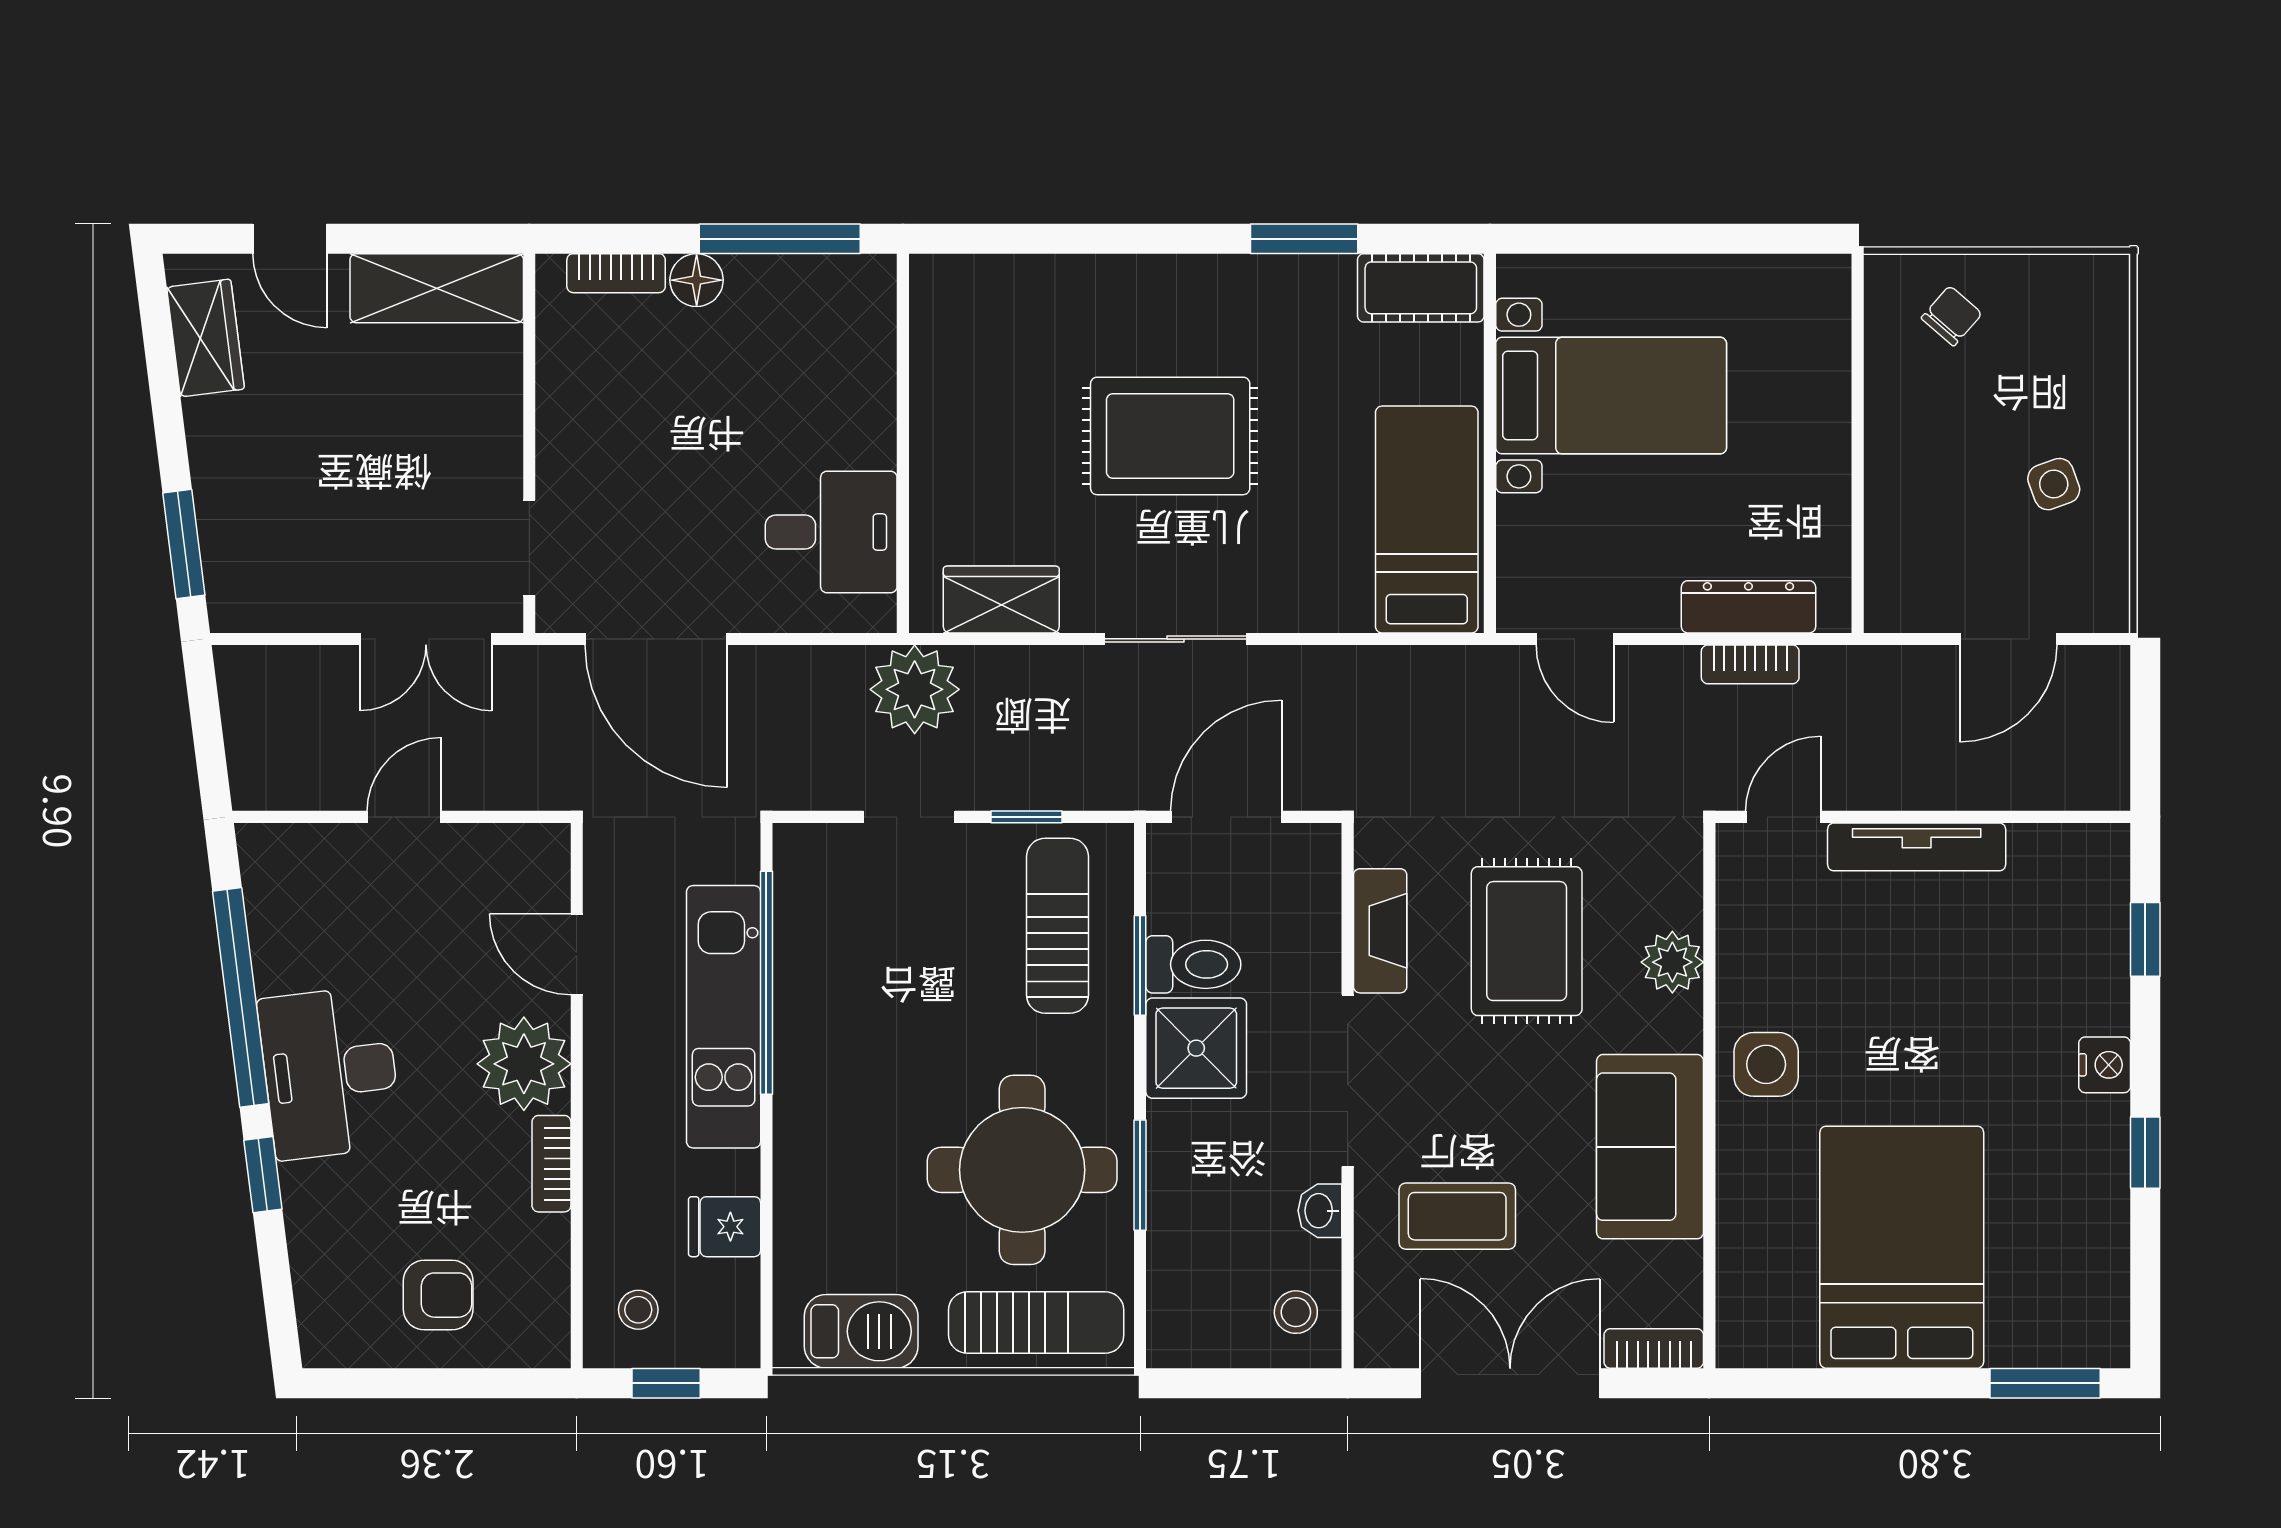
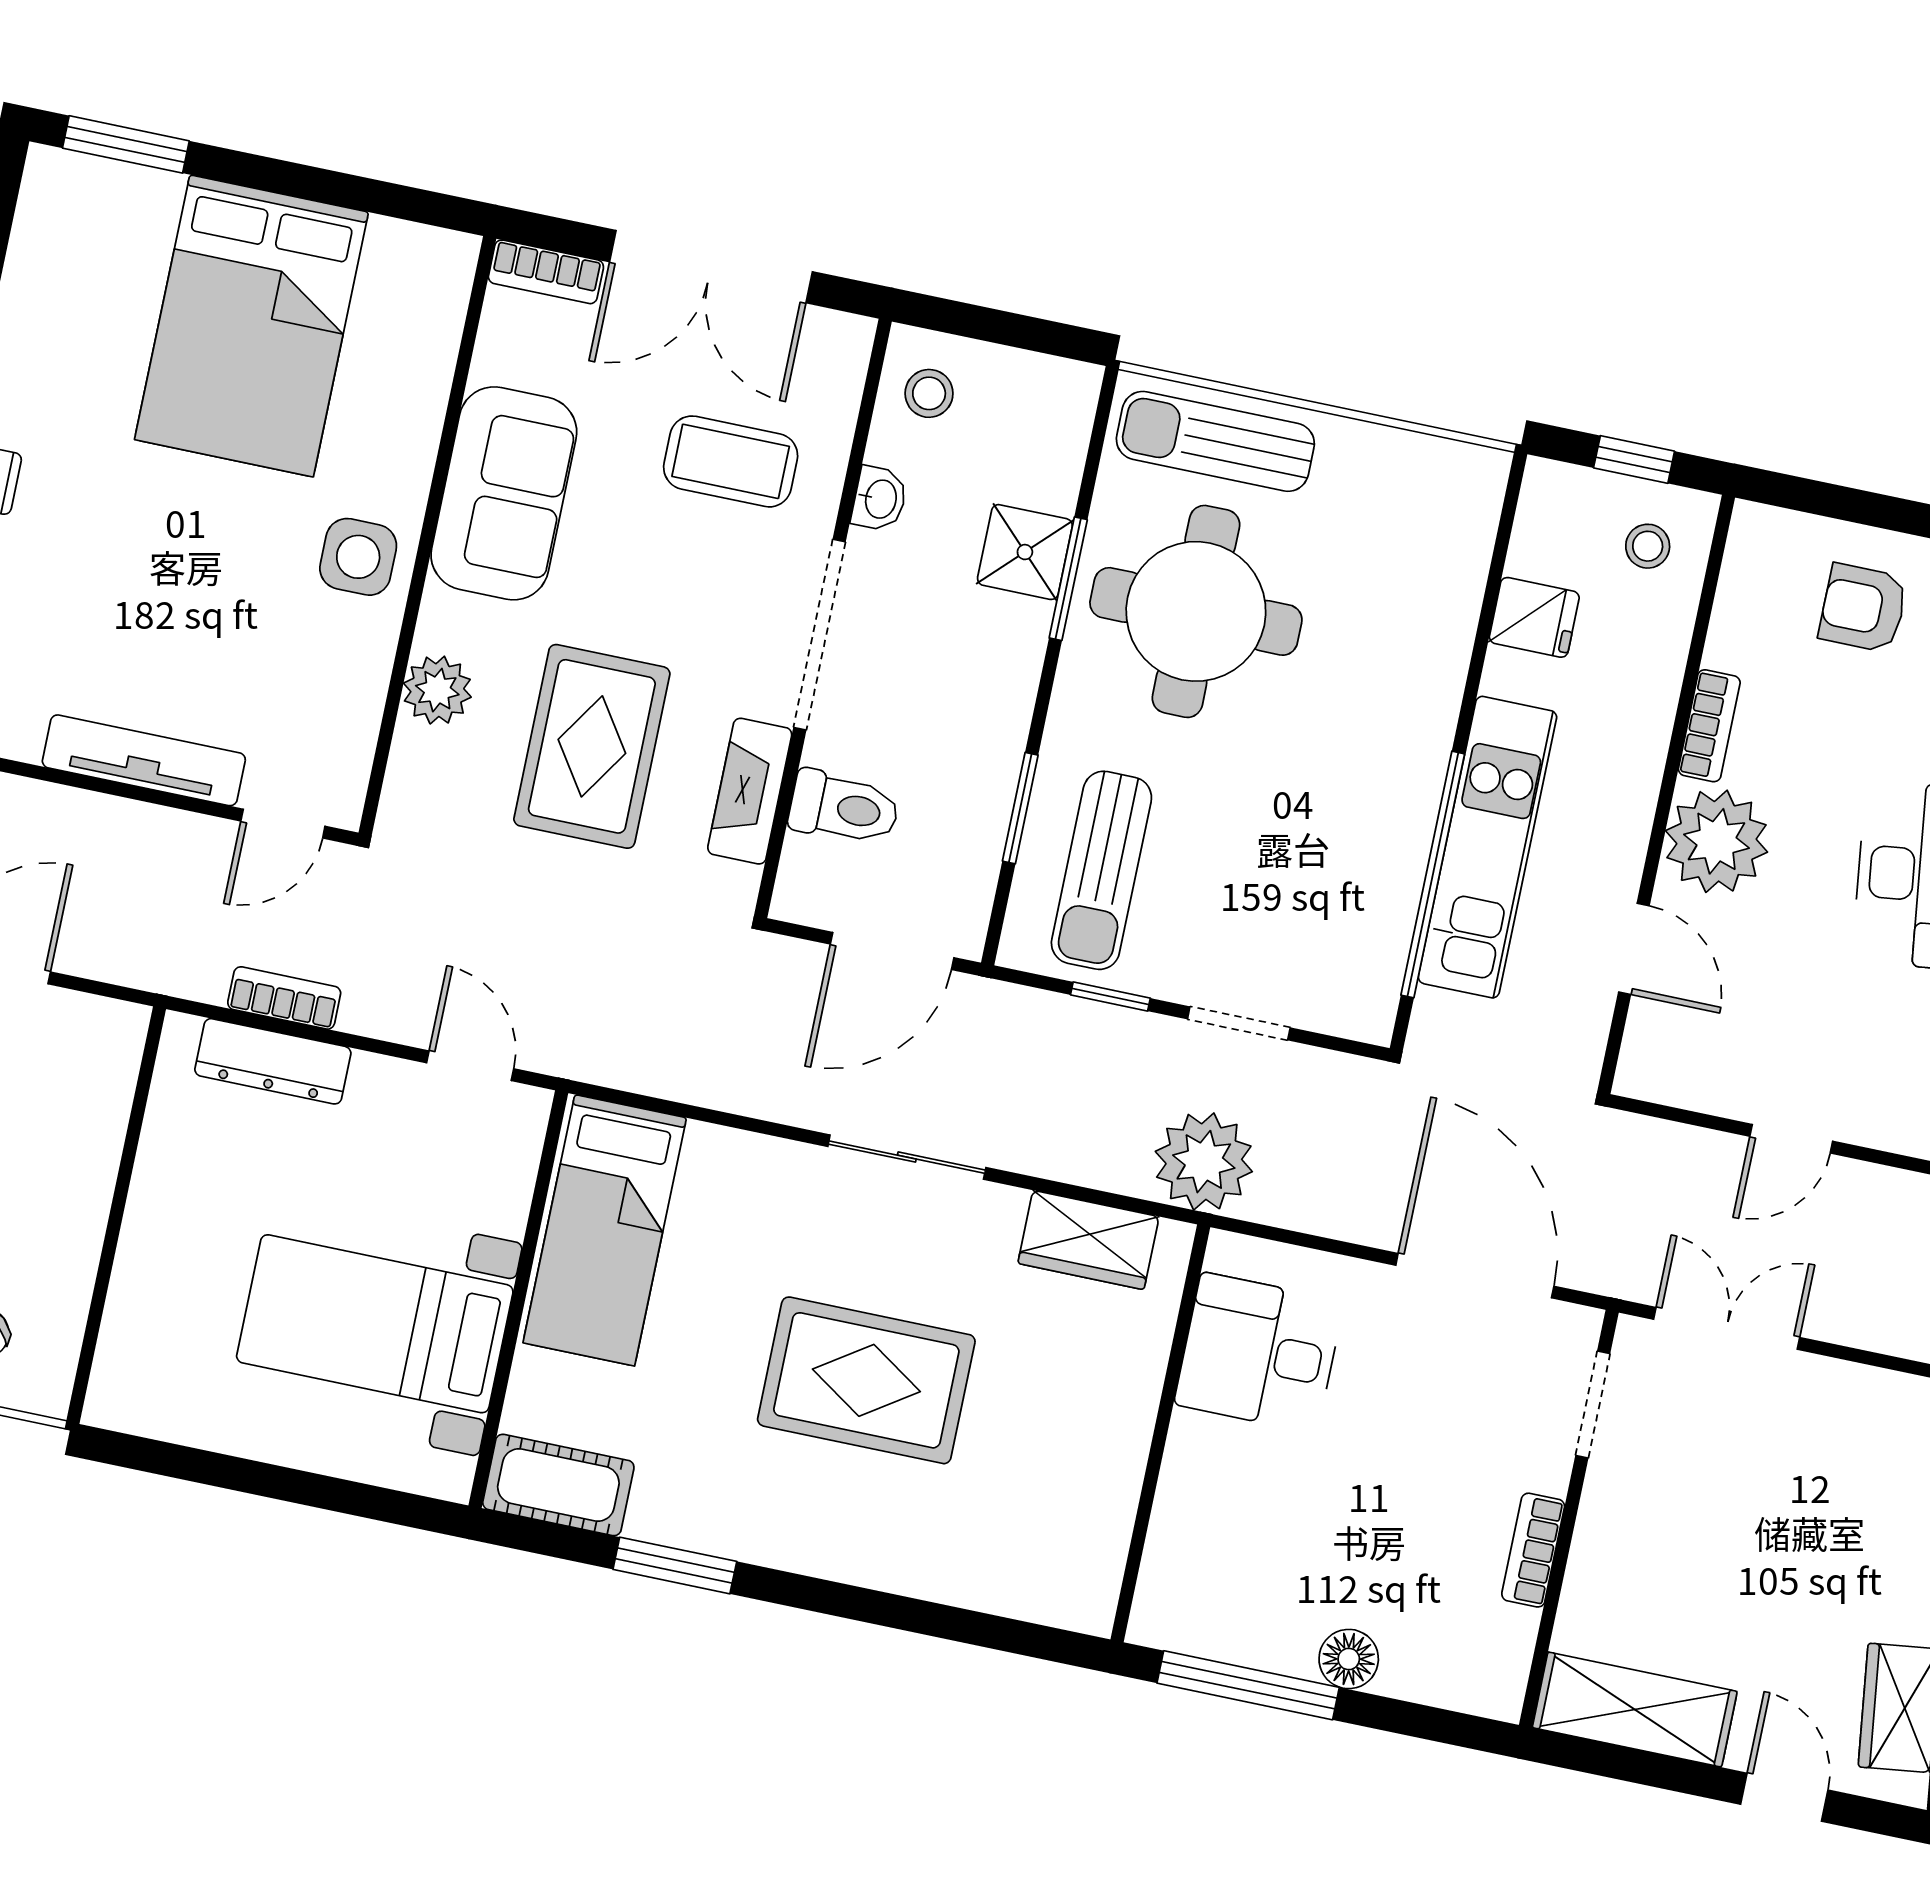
bookcase: (616, 273) -> (1533, 1550), moved, turned -90
toilet: (1193, 964) -> (844, 808), moved, turned 180
shower: (1196, 1048) -> (1025, 552), moved, width x0.73, depth x0.73
barbecue: (861, 1331) -> (1409, 472), removed

